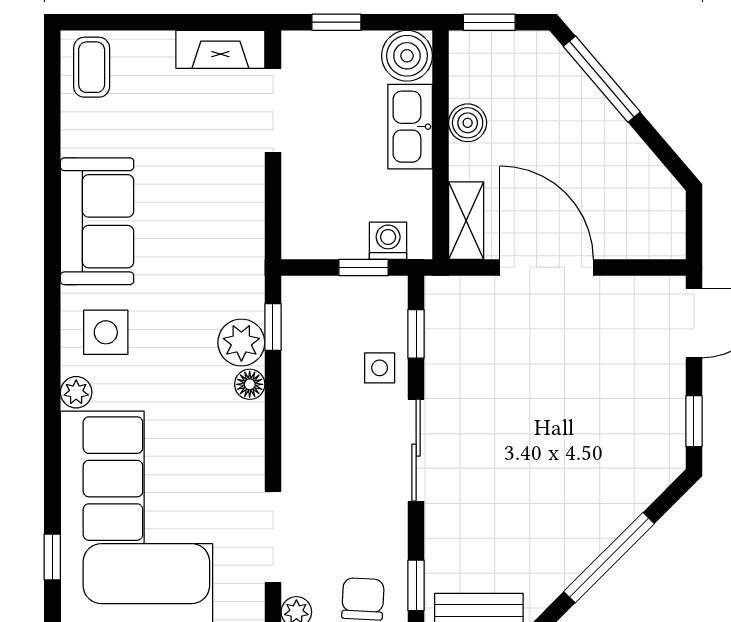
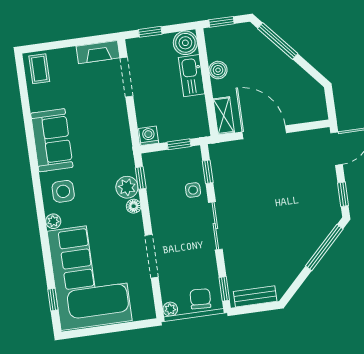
washing machine: (388, 241) -> (149, 136), moved
doorway: (273, 537) -> (152, 256), moved
window: (609, 558) -> (324, 248), moved

